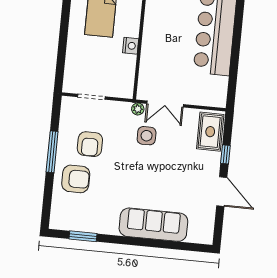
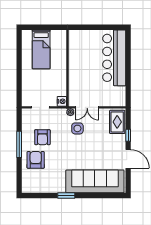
nightstand: (131, 46) -> (62, 101), moved
armchair: (76, 179) -> (36, 160), turned -90
sofa: (153, 225) -> (95, 181), width x1.36, depth x1.27
window: (83, 236) -> (66, 196), moved

